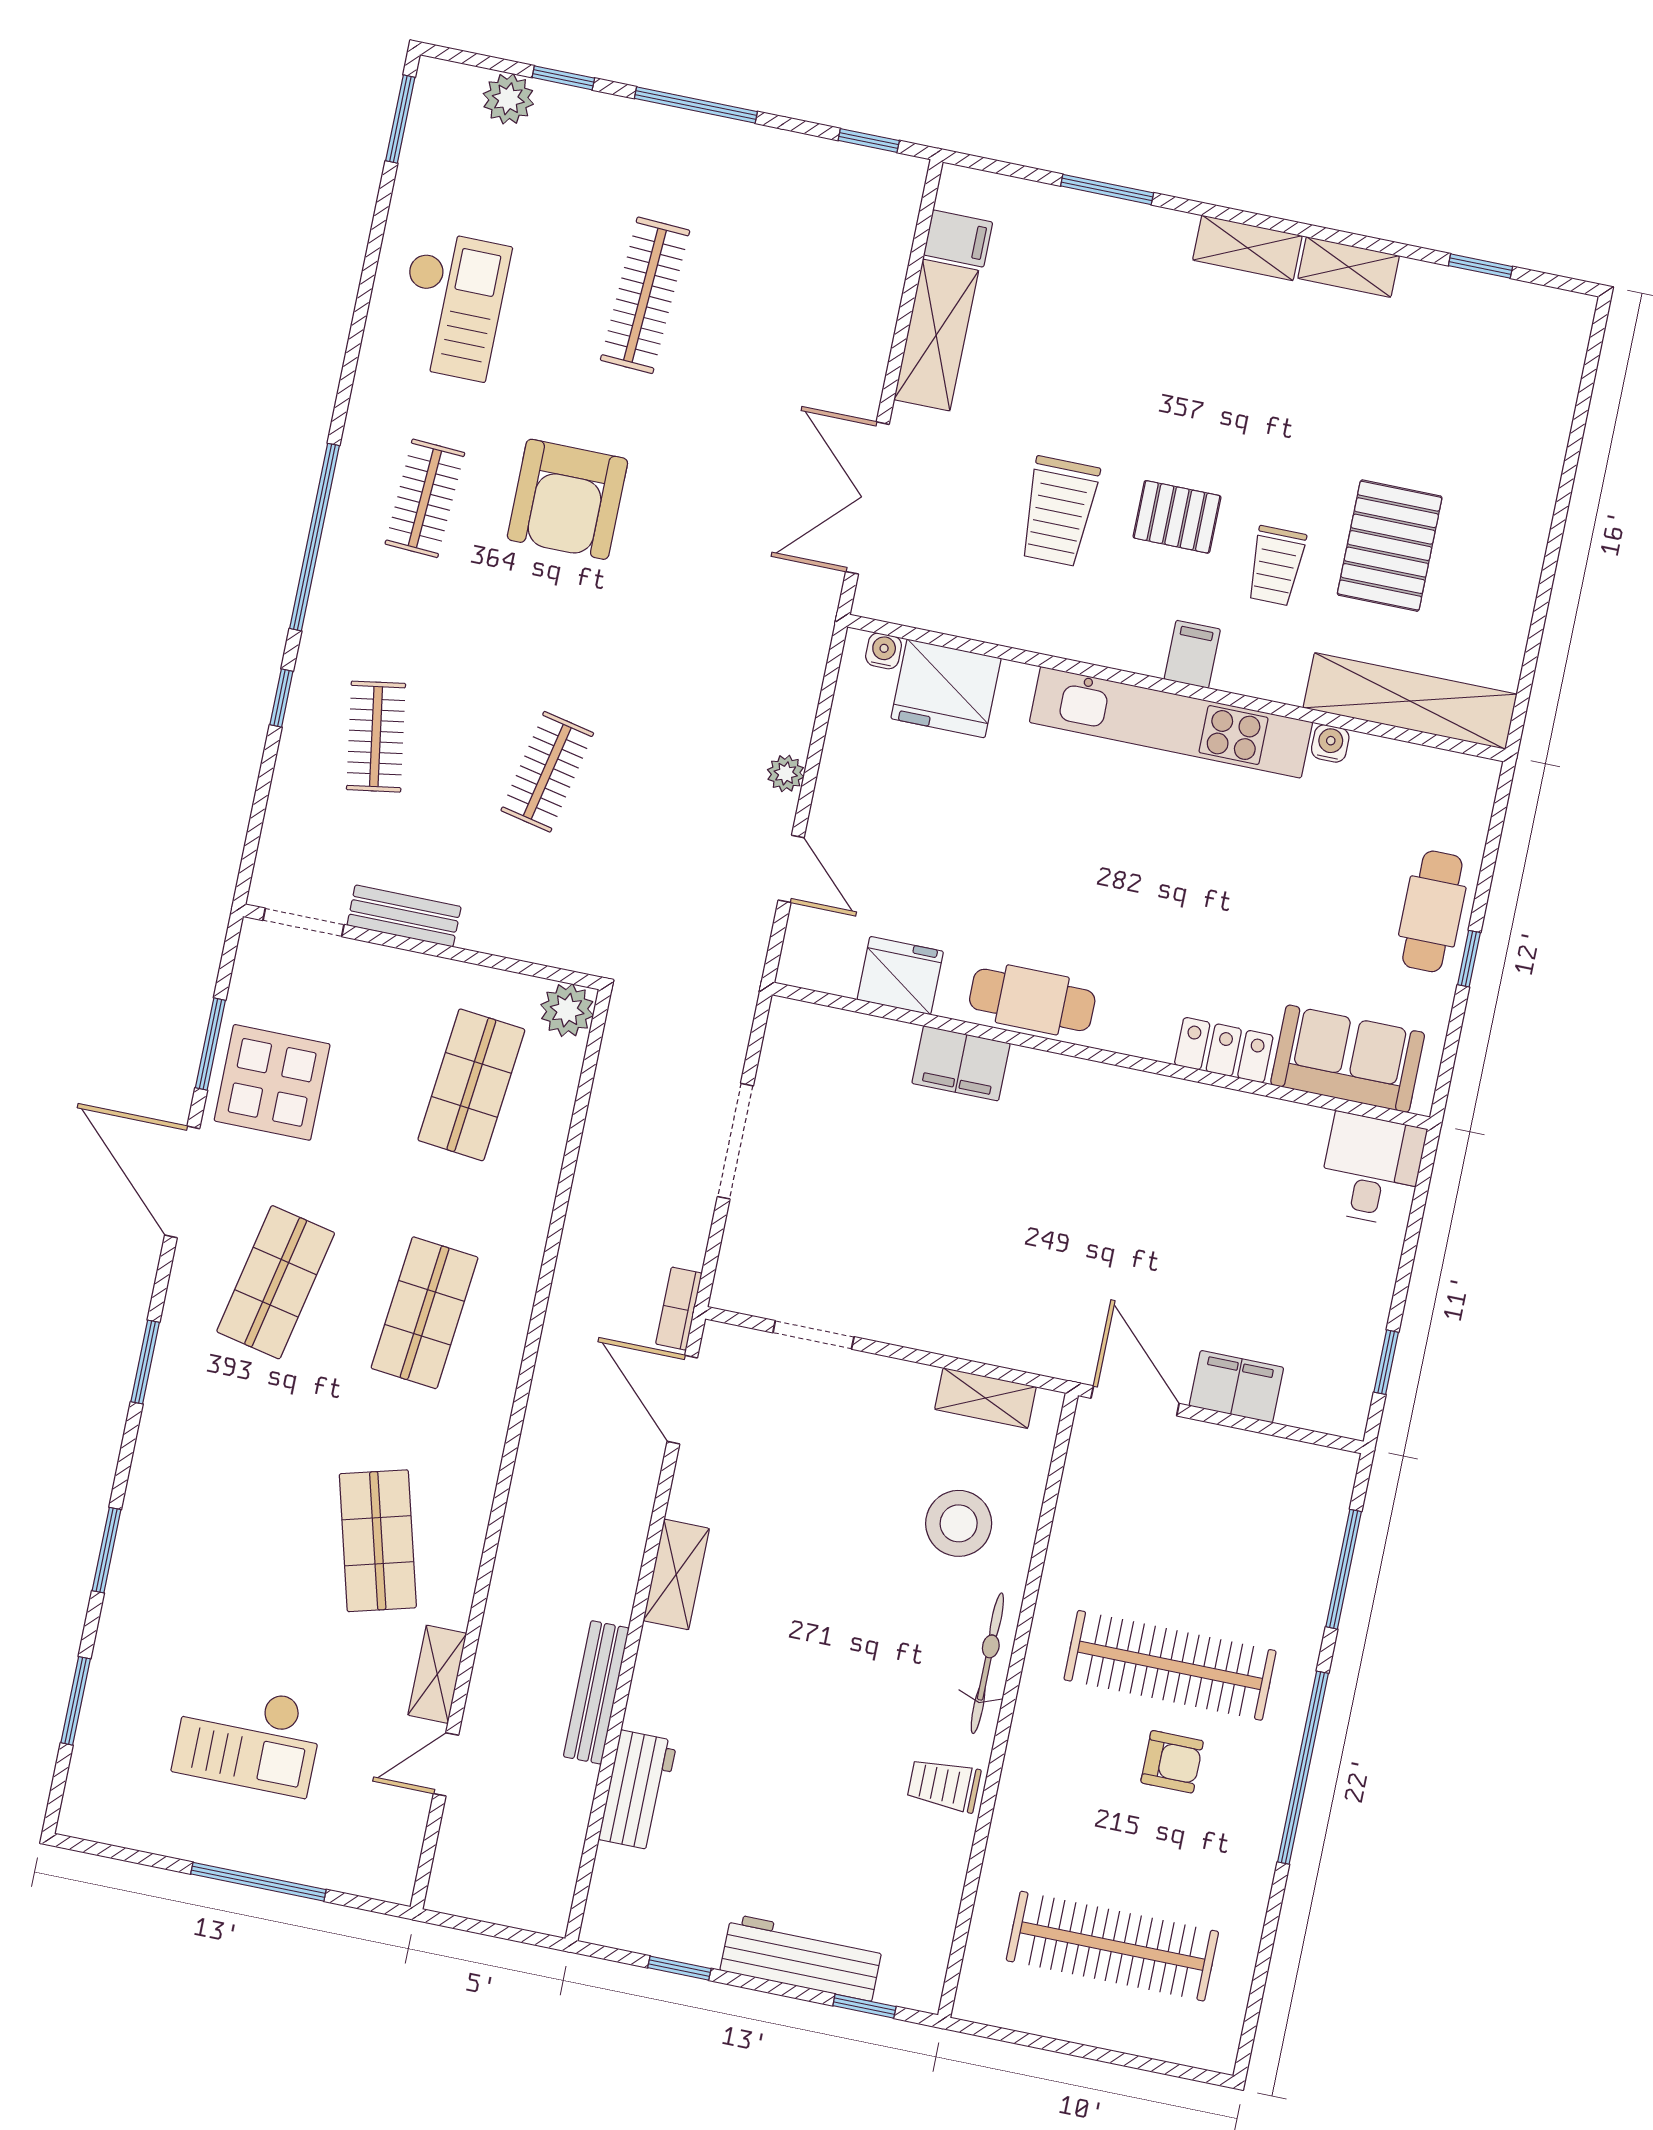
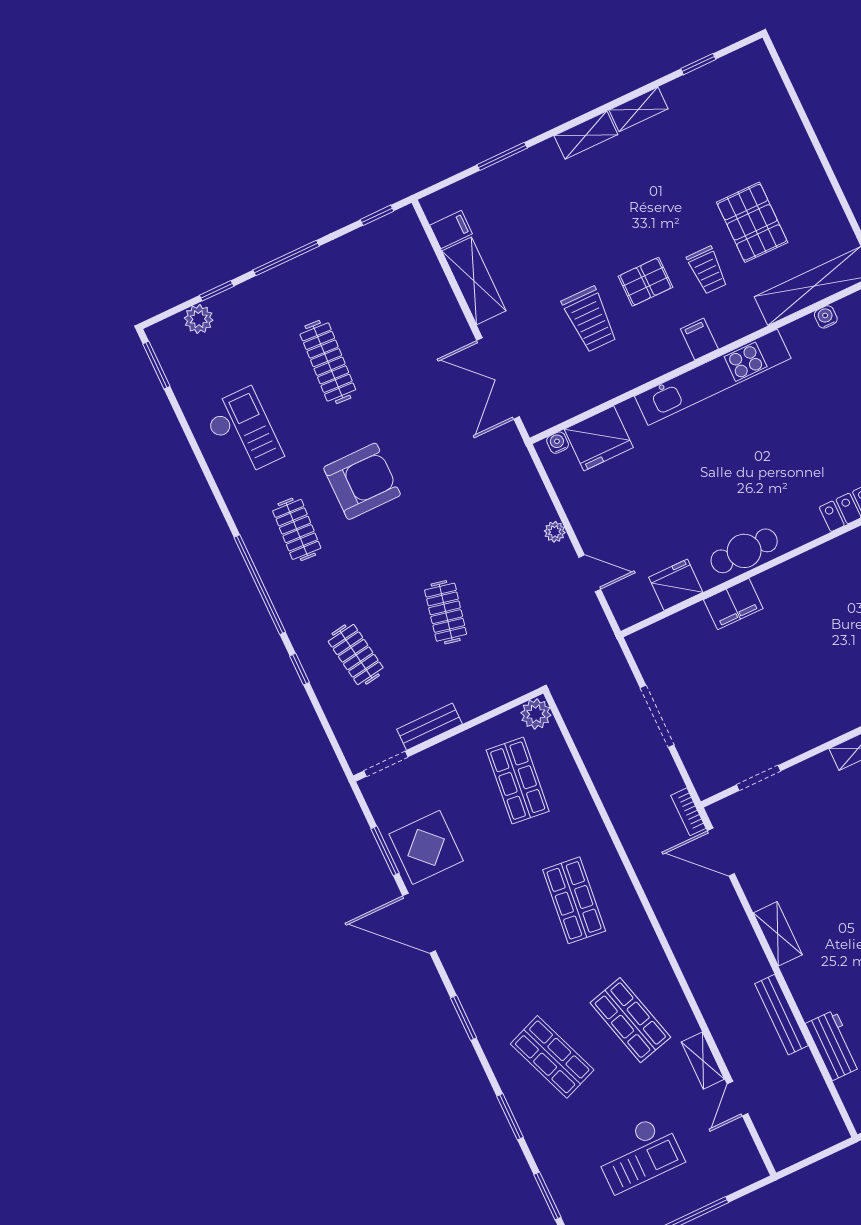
armchair: (567, 499) -> (362, 481), turned -90
water cooler: (1330, 743) -> (826, 317), moved
shop shelf: (276, 1282) -> (552, 1057), moved, turned -33

